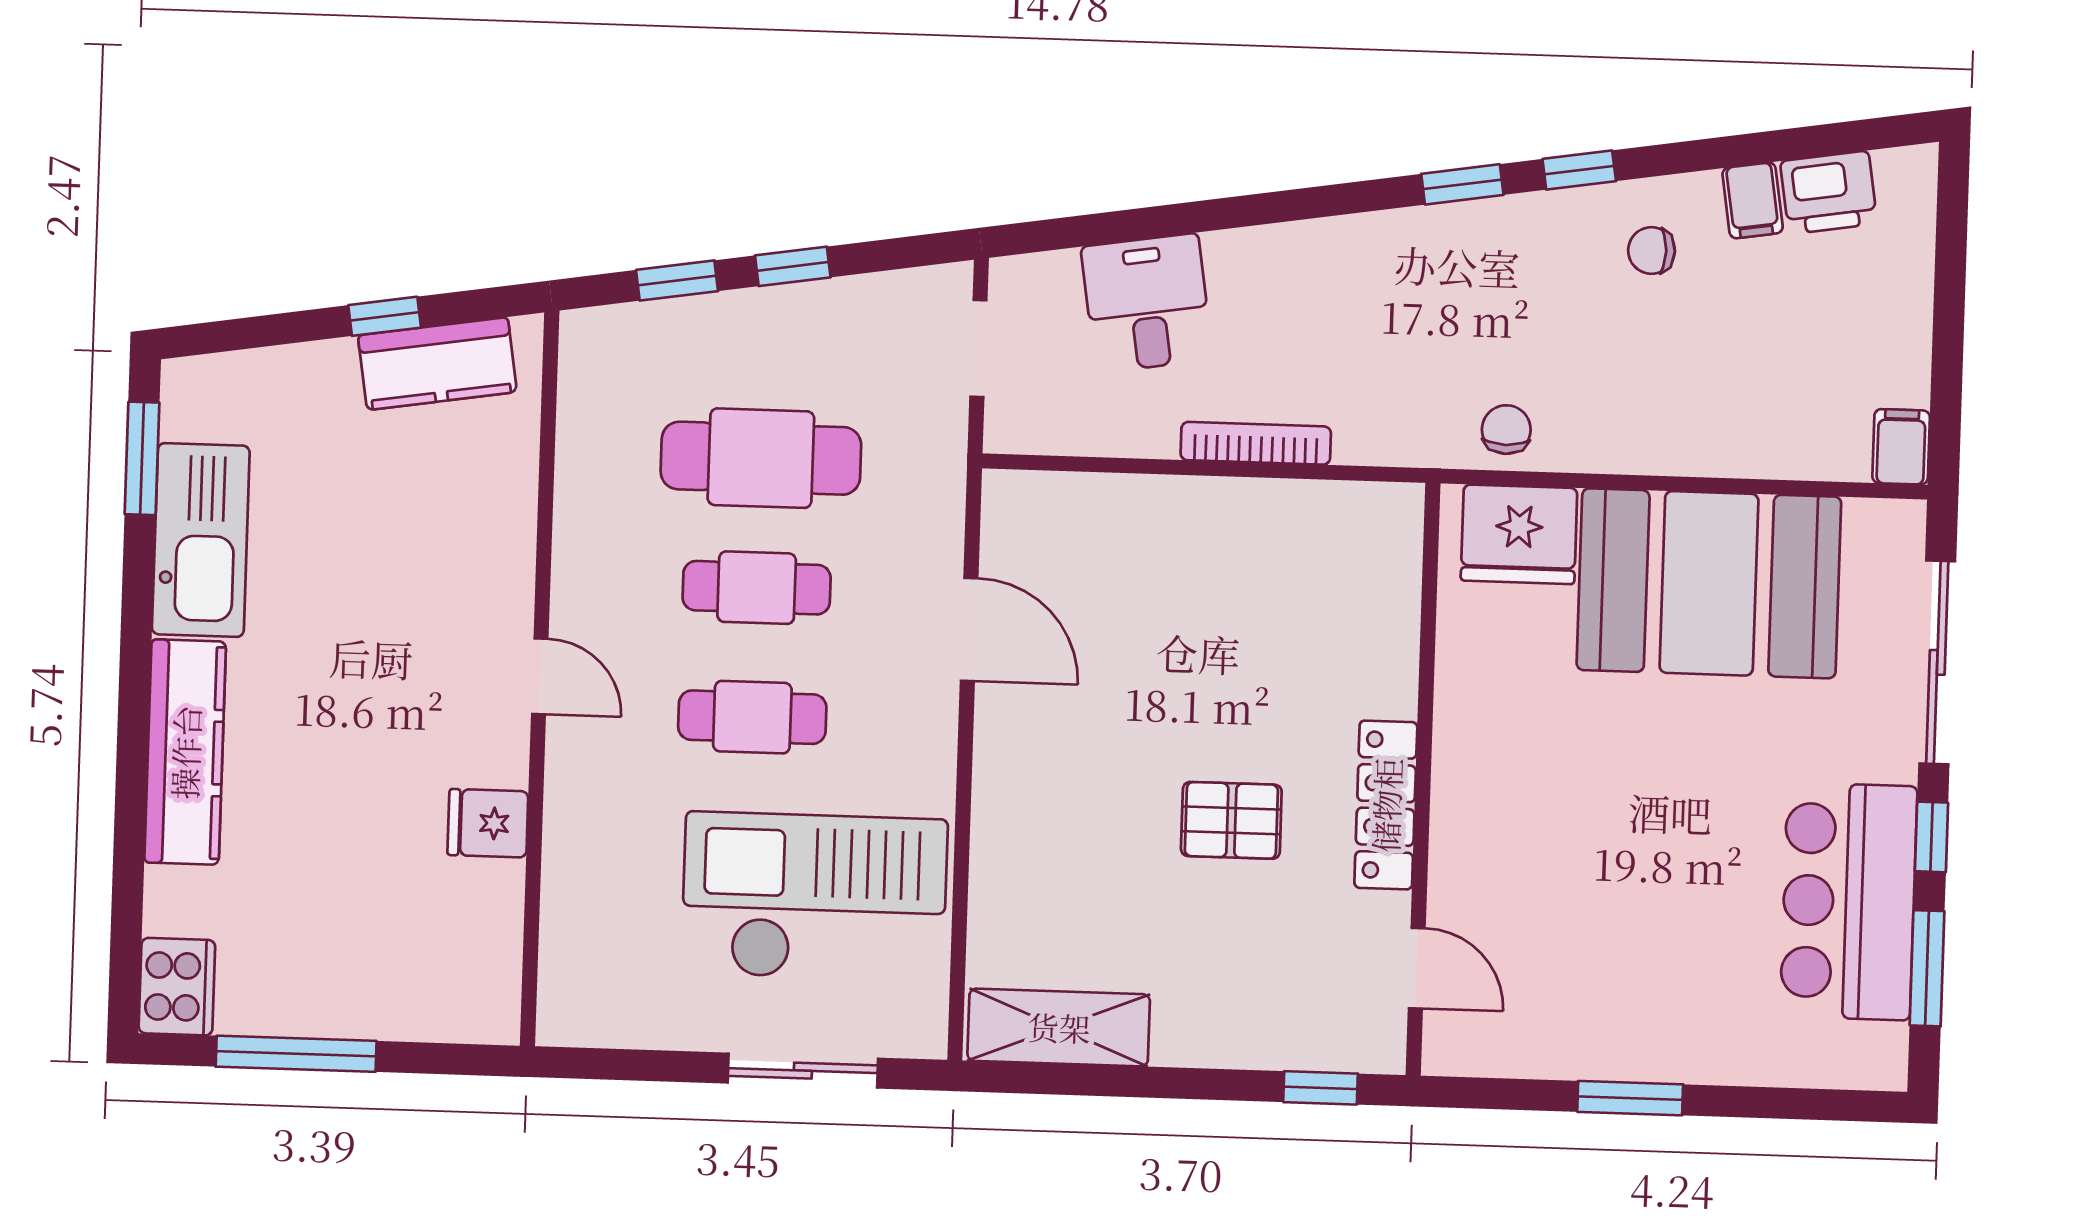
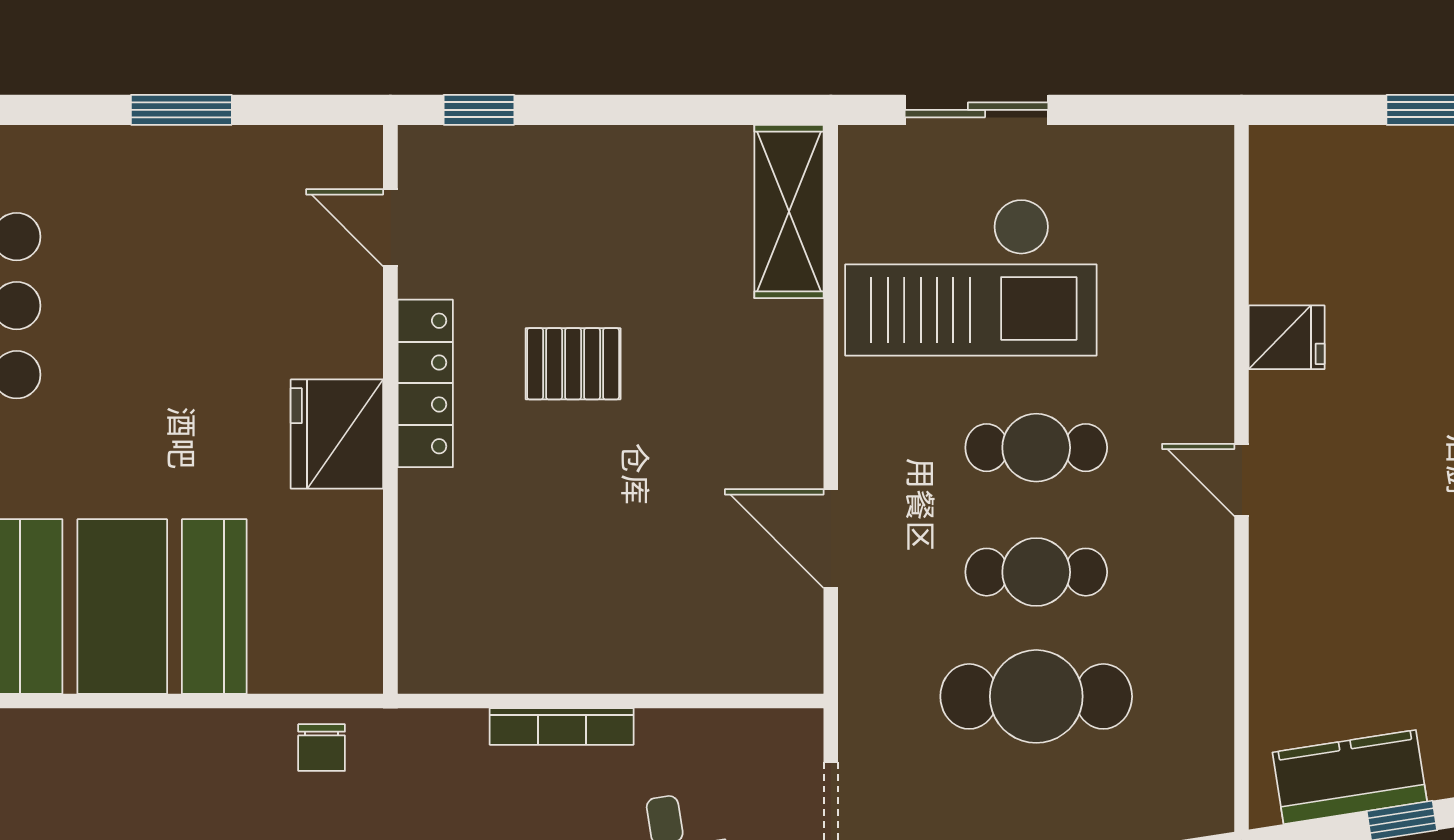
fridge: (1519, 534) -> (337, 434), moved, turned -90
shelving: (1059, 1027) -> (789, 211), moved, turned 90

